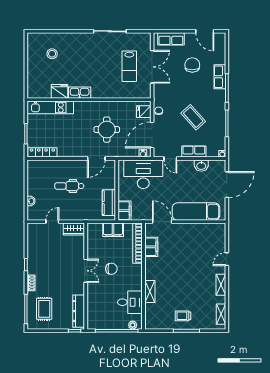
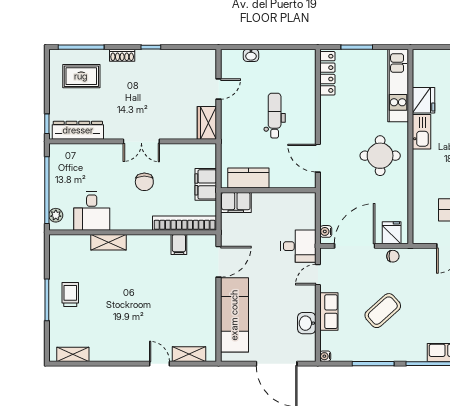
round table: (107, 130) -> (380, 156), moved
door: (152, 135) -> (355, 246), hinge flipped
desk: (143, 174) -> (298, 246), width x0.53, depth x0.77
door: (52, 222) -> (218, 89), hinge flipped
filing cabinet: (151, 247) -> (179, 245), width x0.50
shelving: (221, 285) -> (189, 354), moved

